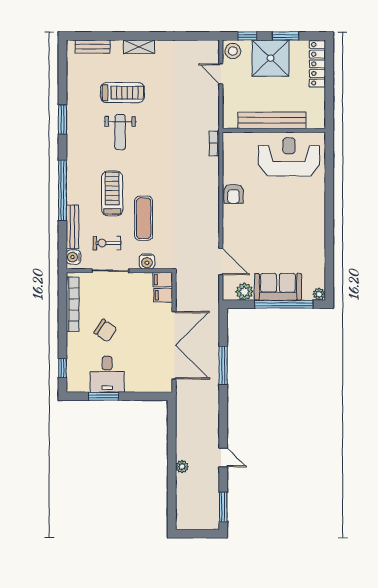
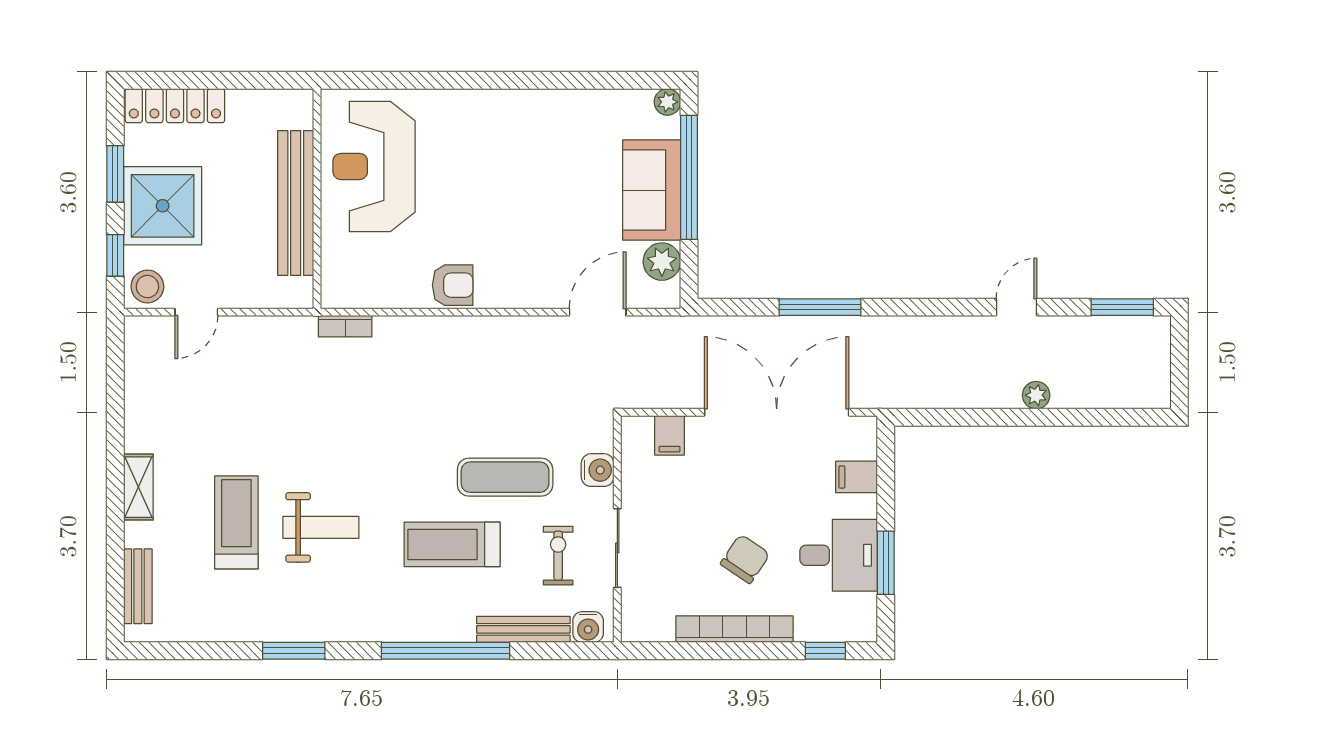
exercise bike: (107, 243) -> (558, 556), turned 180
filing cabinet: (163, 280) -> (857, 477), moved, turned 90
bookcase: (73, 304) -> (734, 629), moved

